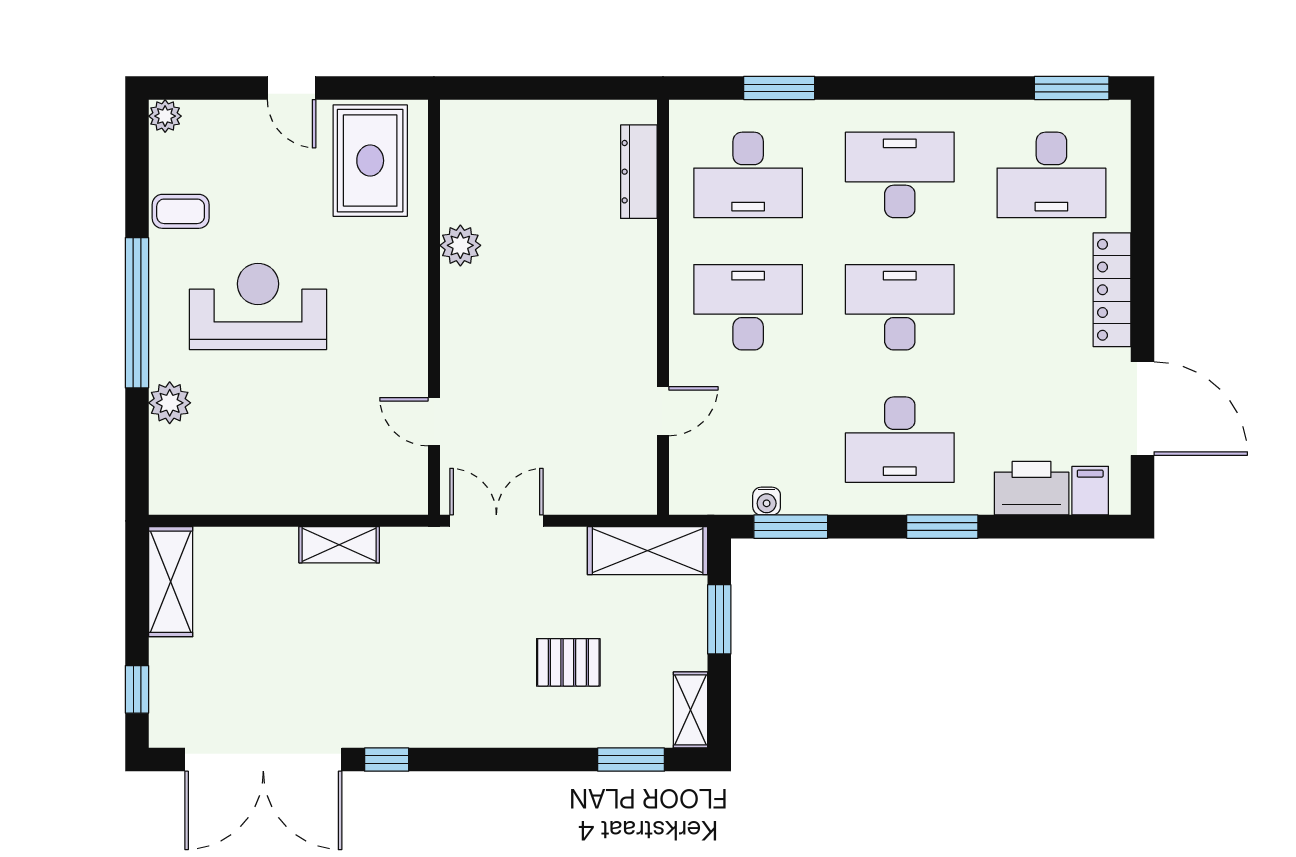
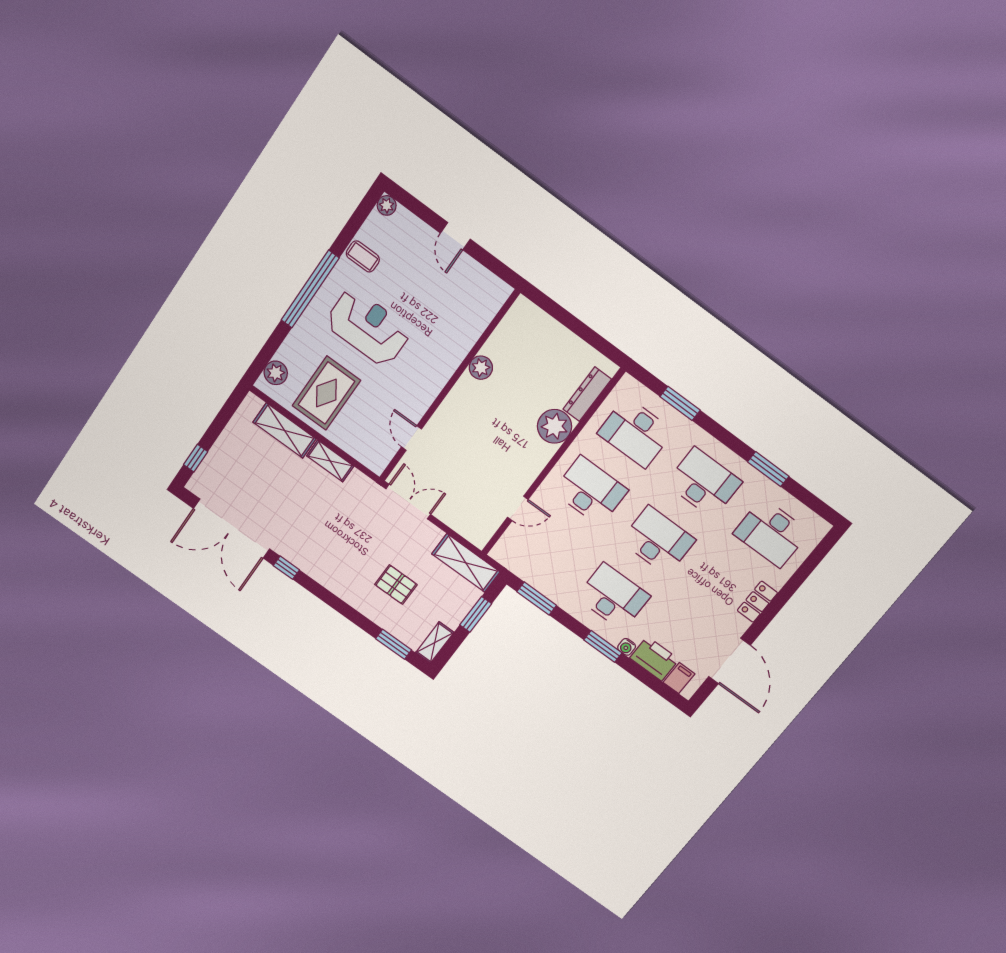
window: (1072, 88) -> (768, 469), moved
rug: (370, 161) -> (326, 393), moved
plant: (627, 252) -> (555, 426), added
locker: (1112, 290) -> (757, 602), width x0.66
plant: (170, 403) -> (276, 373), moved
desk: (900, 440) -> (613, 597), turned 180
water cooler: (767, 501) -> (627, 647), moved
shelving: (171, 582) -> (285, 431), moved, turned 90

